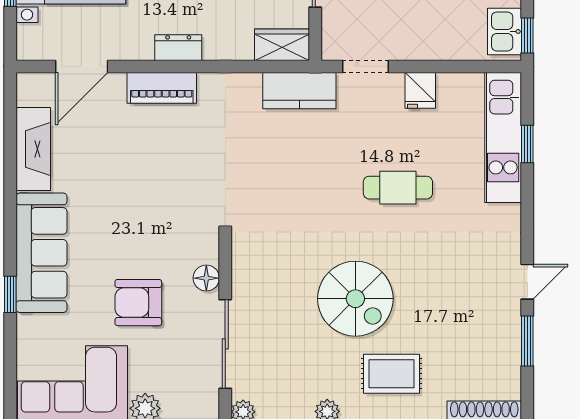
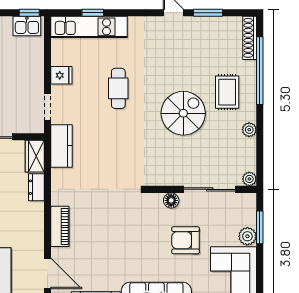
dresser: (178, 48) -> (36, 187), moved
armchair: (138, 303) -> (186, 240), turned 90

